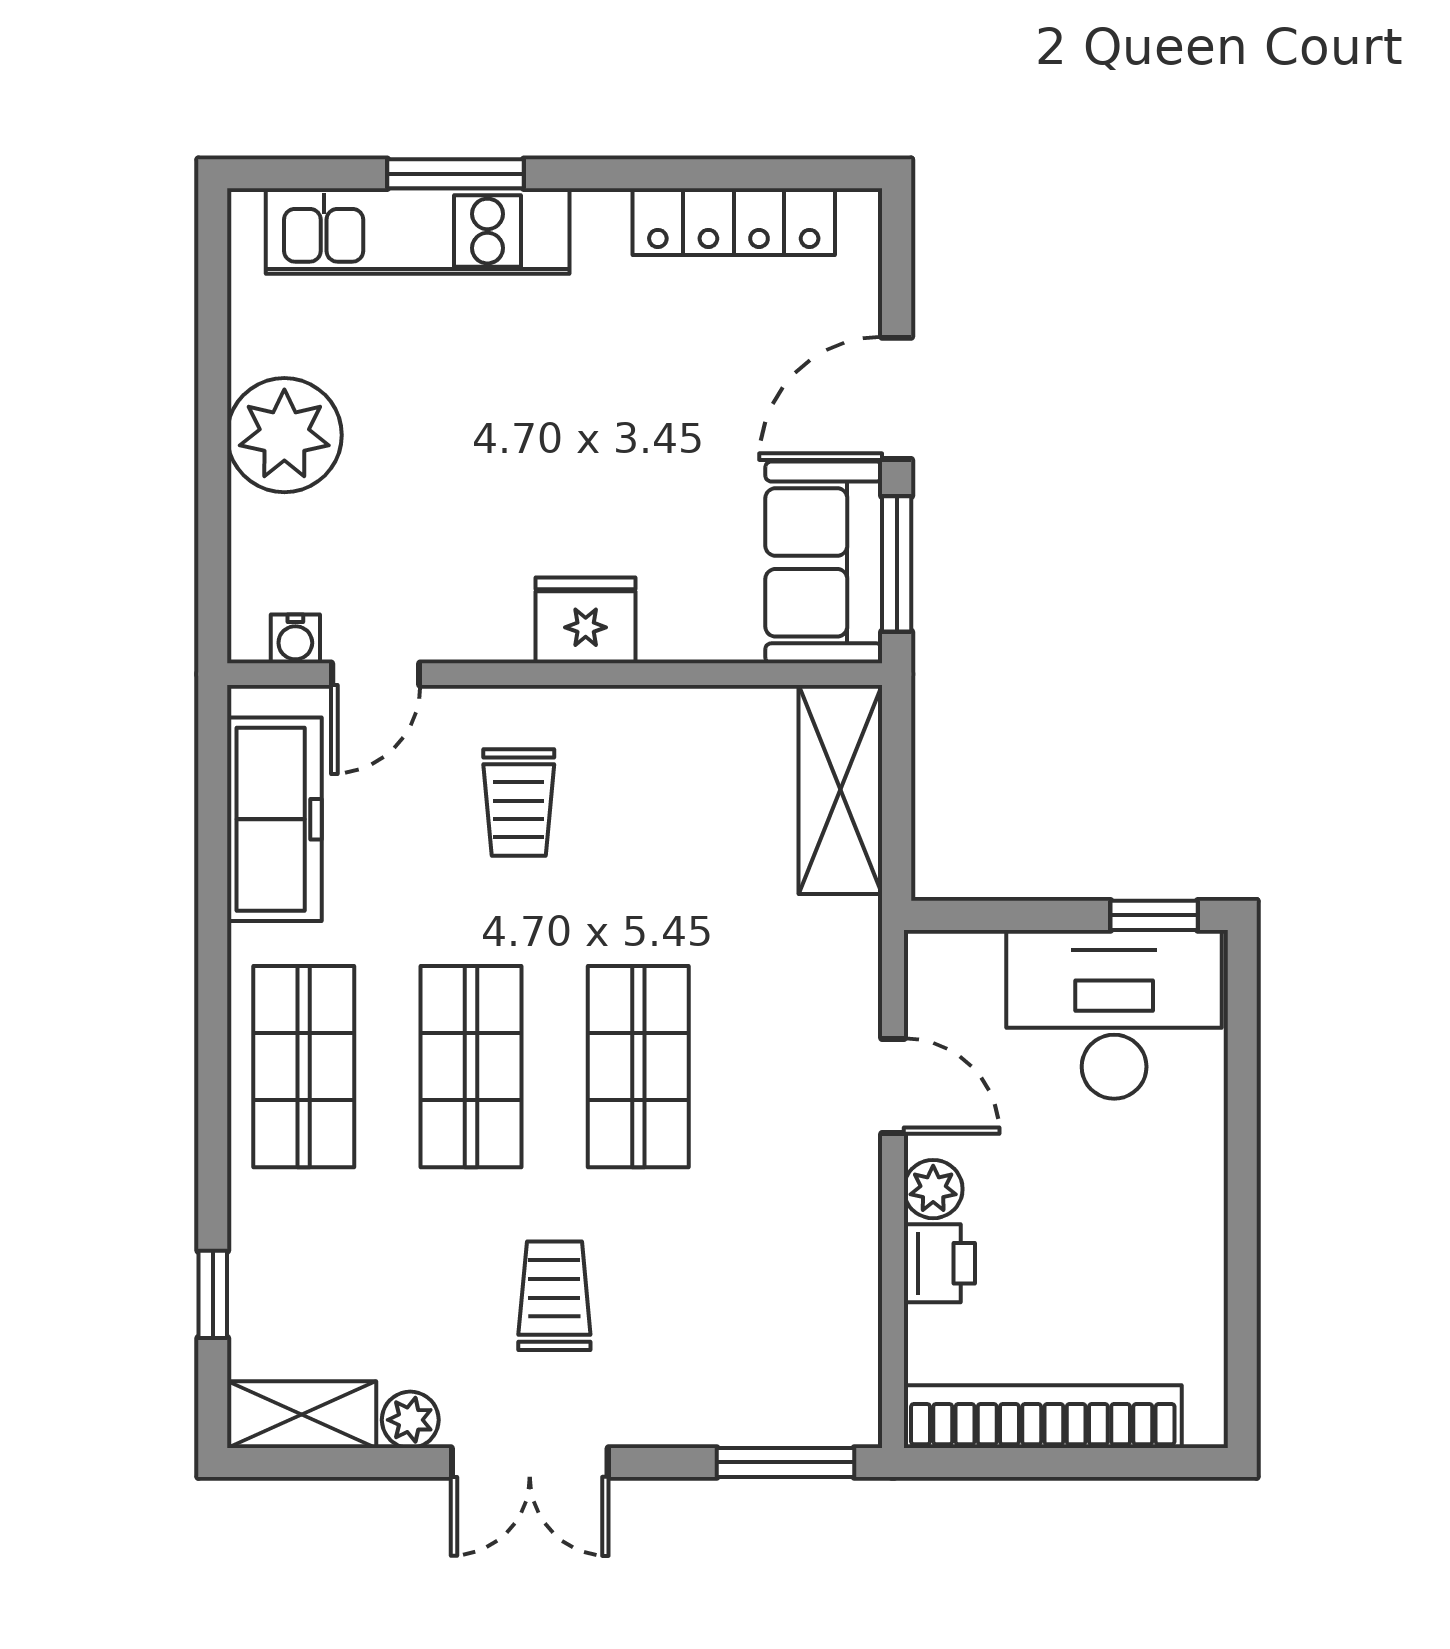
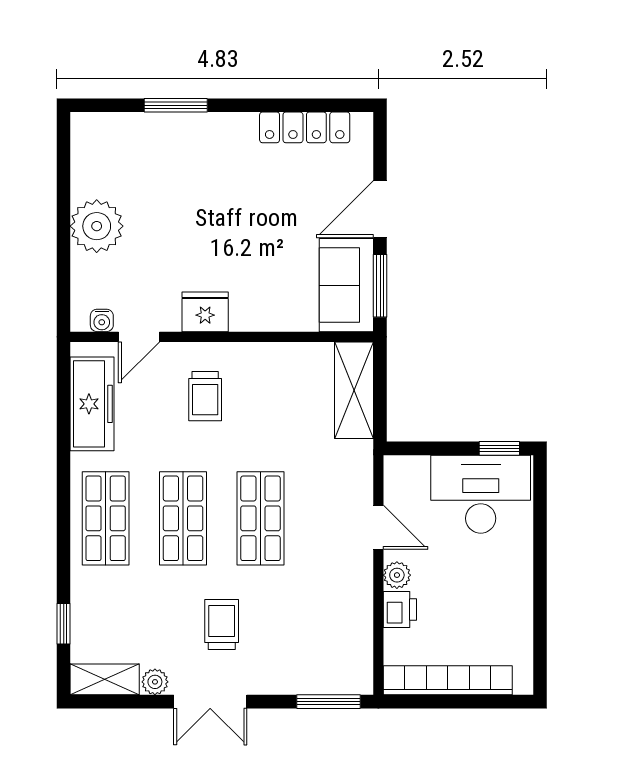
kitchen unit: (418, 231) -> (158, 132), removed
fridge: (586, 620) -> (205, 312), moved

